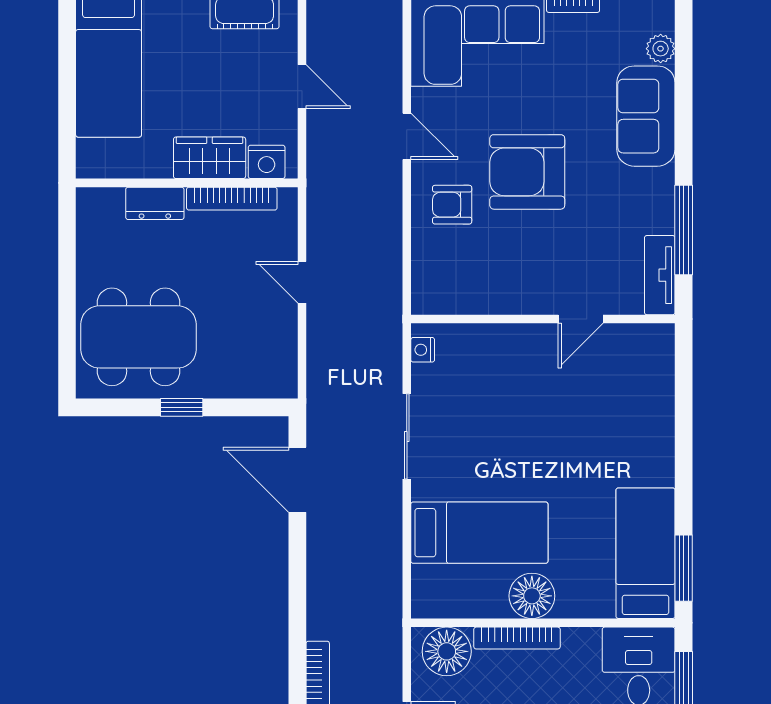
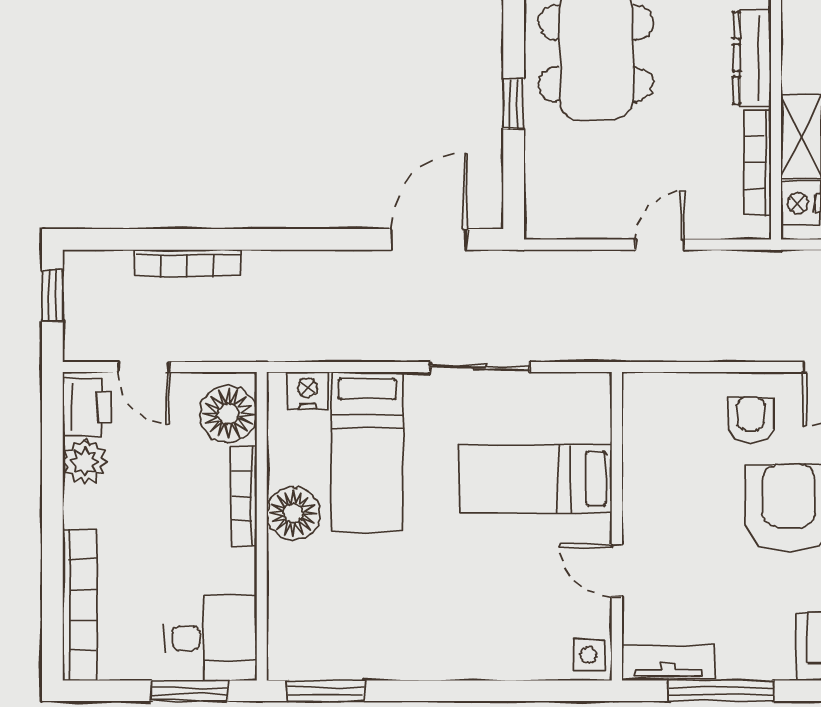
dresser: (155, 203) -> (752, 58), width x1.44
side table: (653, 343) -> (588, 655), added
nightstand: (423, 350) -> (308, 391), moved, width x1.39, depth x1.35
bed: (645, 553) -> (536, 478), moved, turned 180

